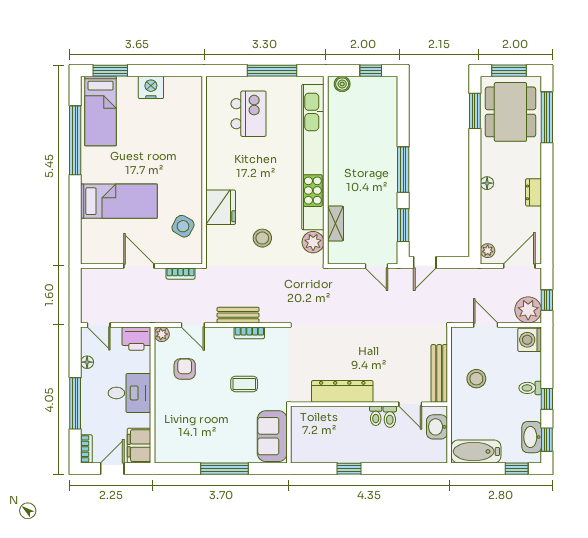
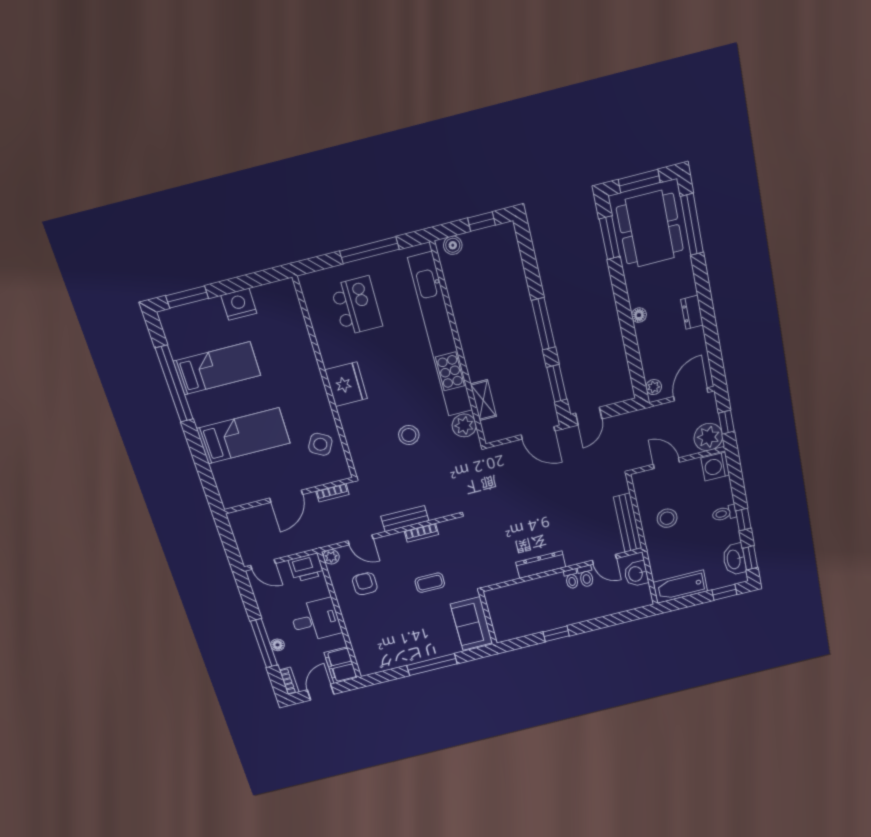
bed: (101, 111) -> (217, 368), moved, turned -90
fridge: (221, 207) -> (346, 384), moved
door: (139, 266) -> (286, 496), swing flipped
door: (376, 266) -> (538, 433), width x1.38
floor lamp: (87, 362) -> (278, 645), moved
dresser: (342, 391) -> (541, 565), width x0.73, depth x0.80

